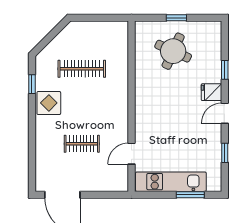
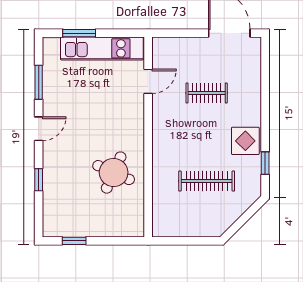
window: (176, 18) -> (74, 241), moved
round table: (173, 51) -> (114, 173), moved
fridge: (211, 92) -> (54, 154), removed
window: (225, 153) -> (39, 82), width x1.50

